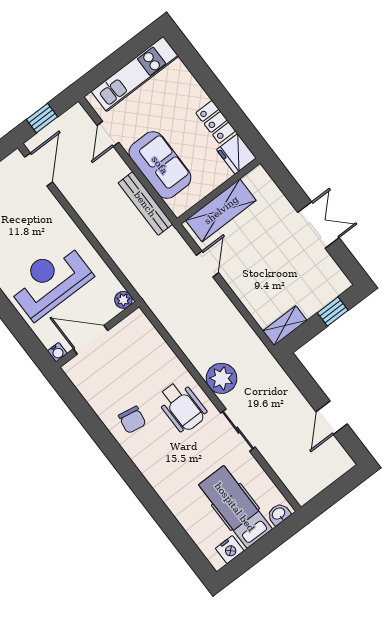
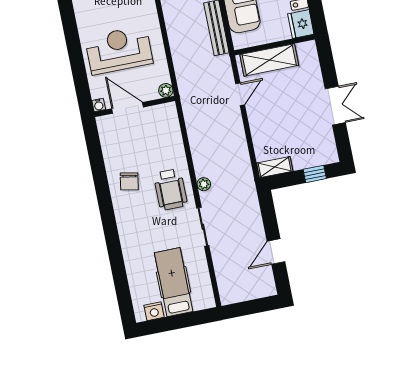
plant: (221, 378) -> (204, 184), width x0.53, depth x0.53
washbasin: (279, 514) -> (203, 303), removed

